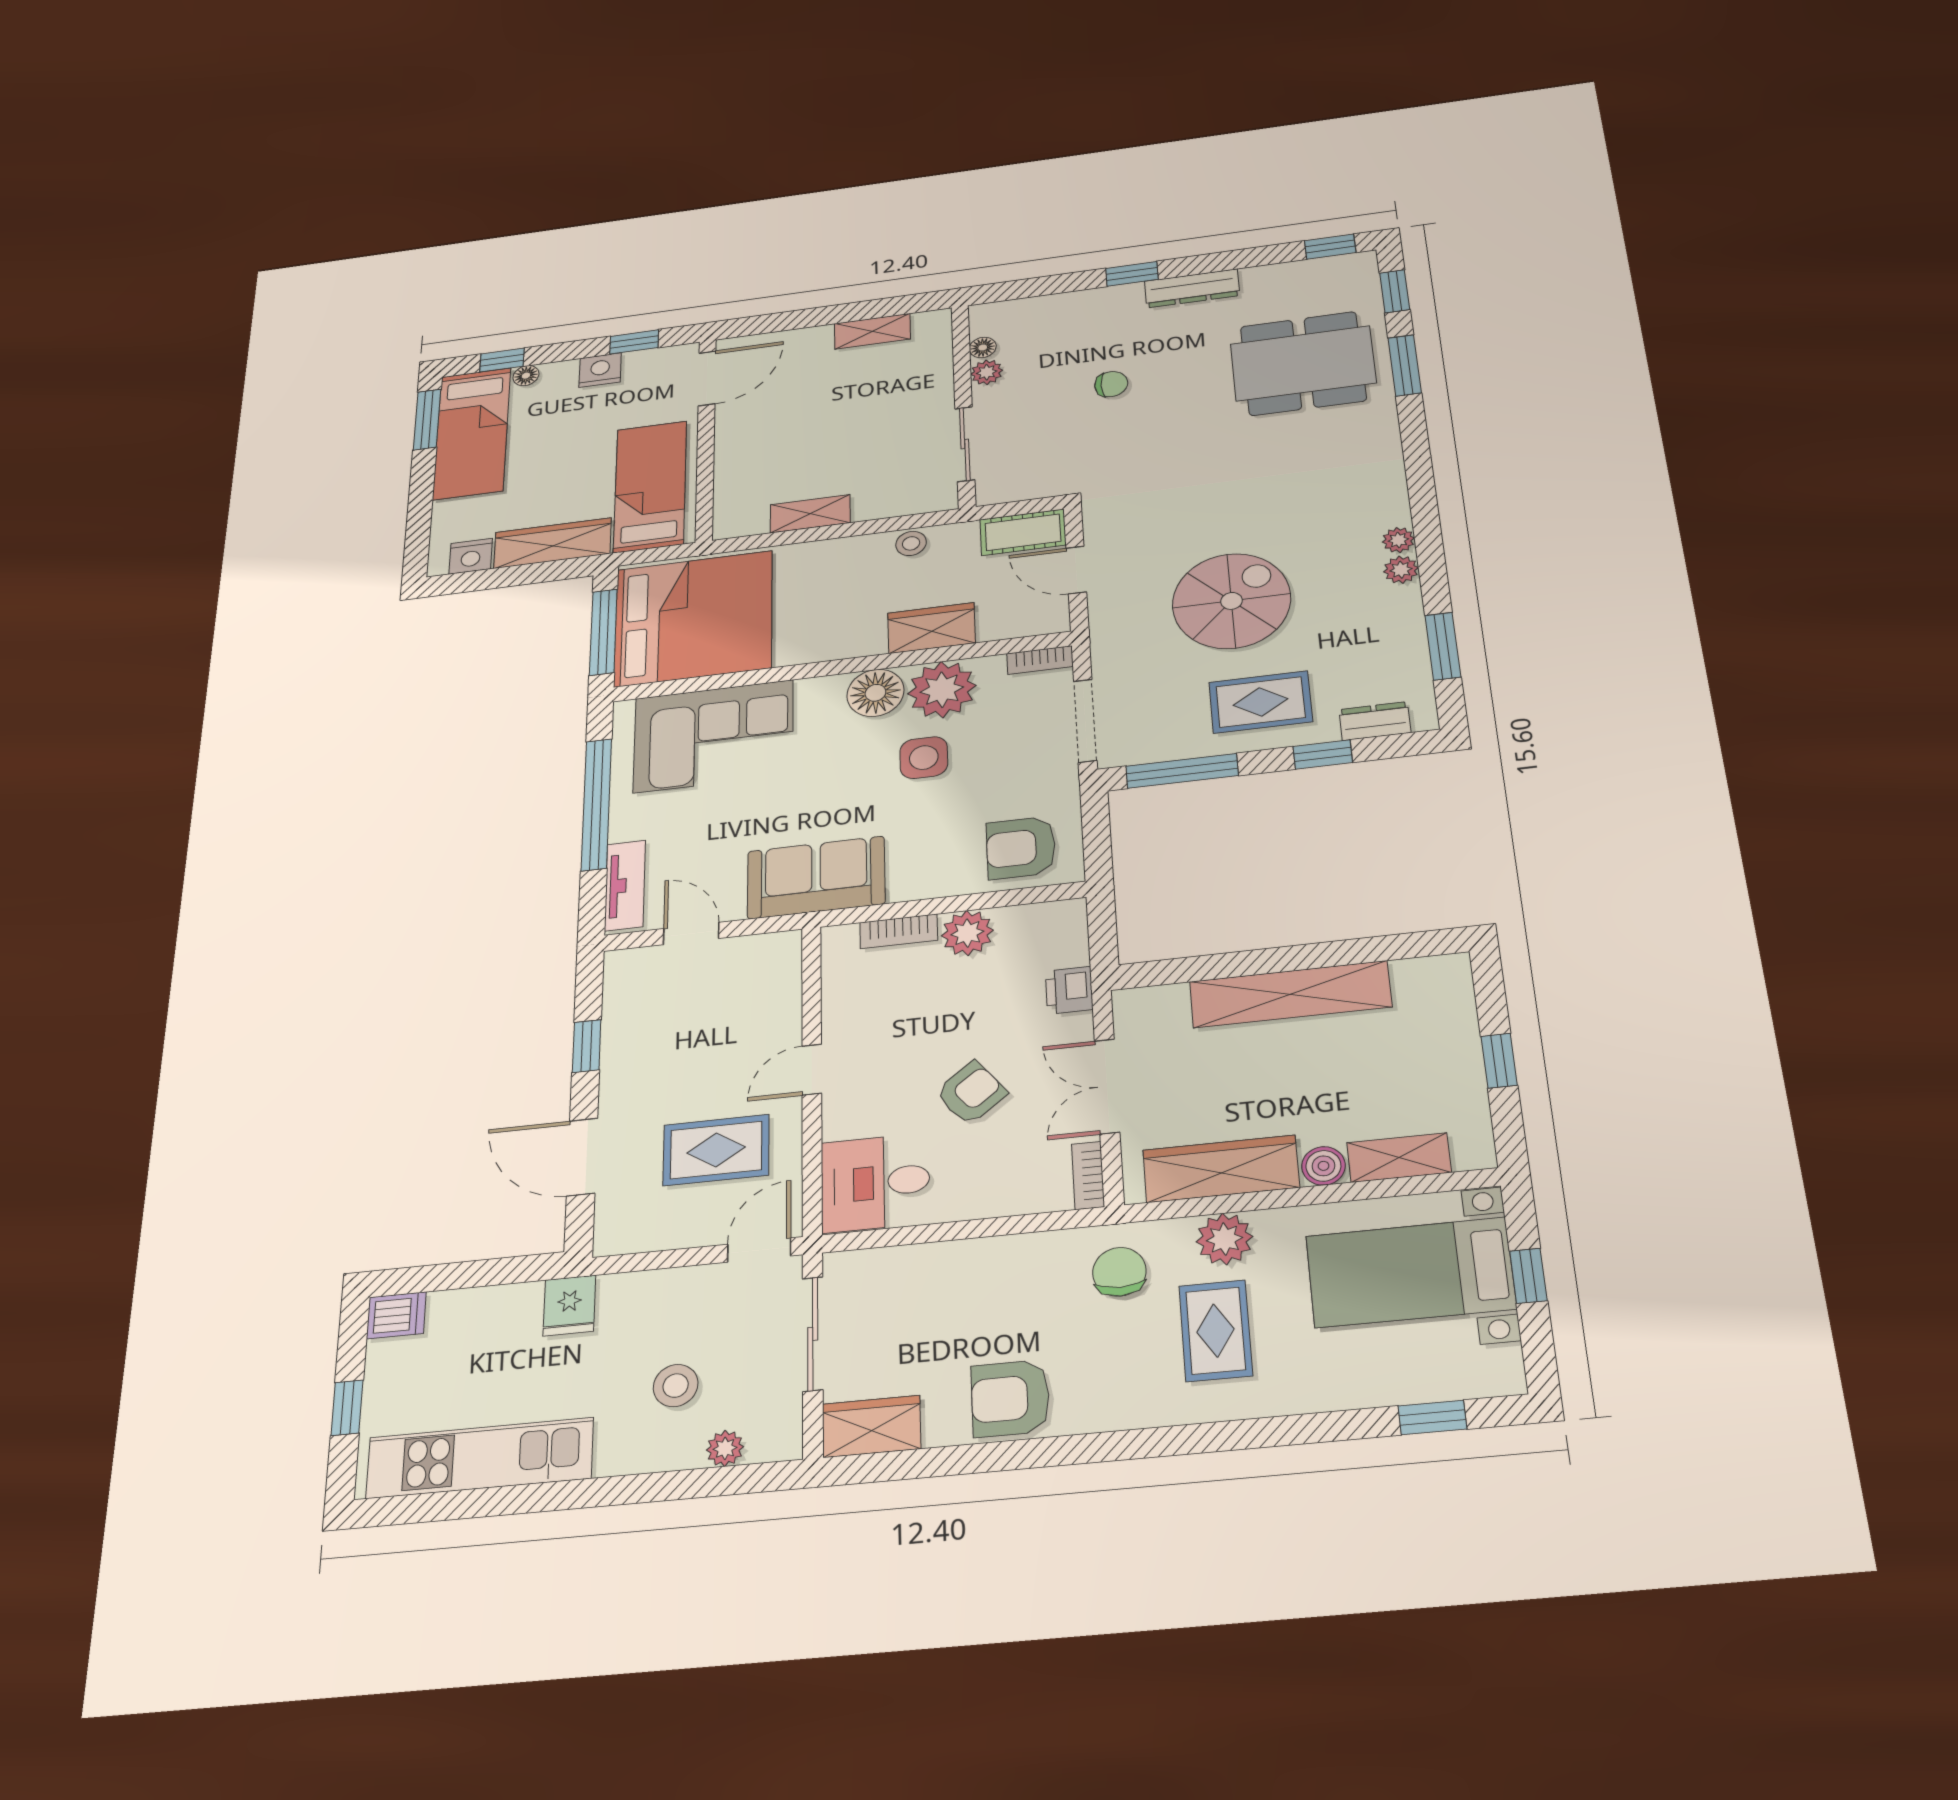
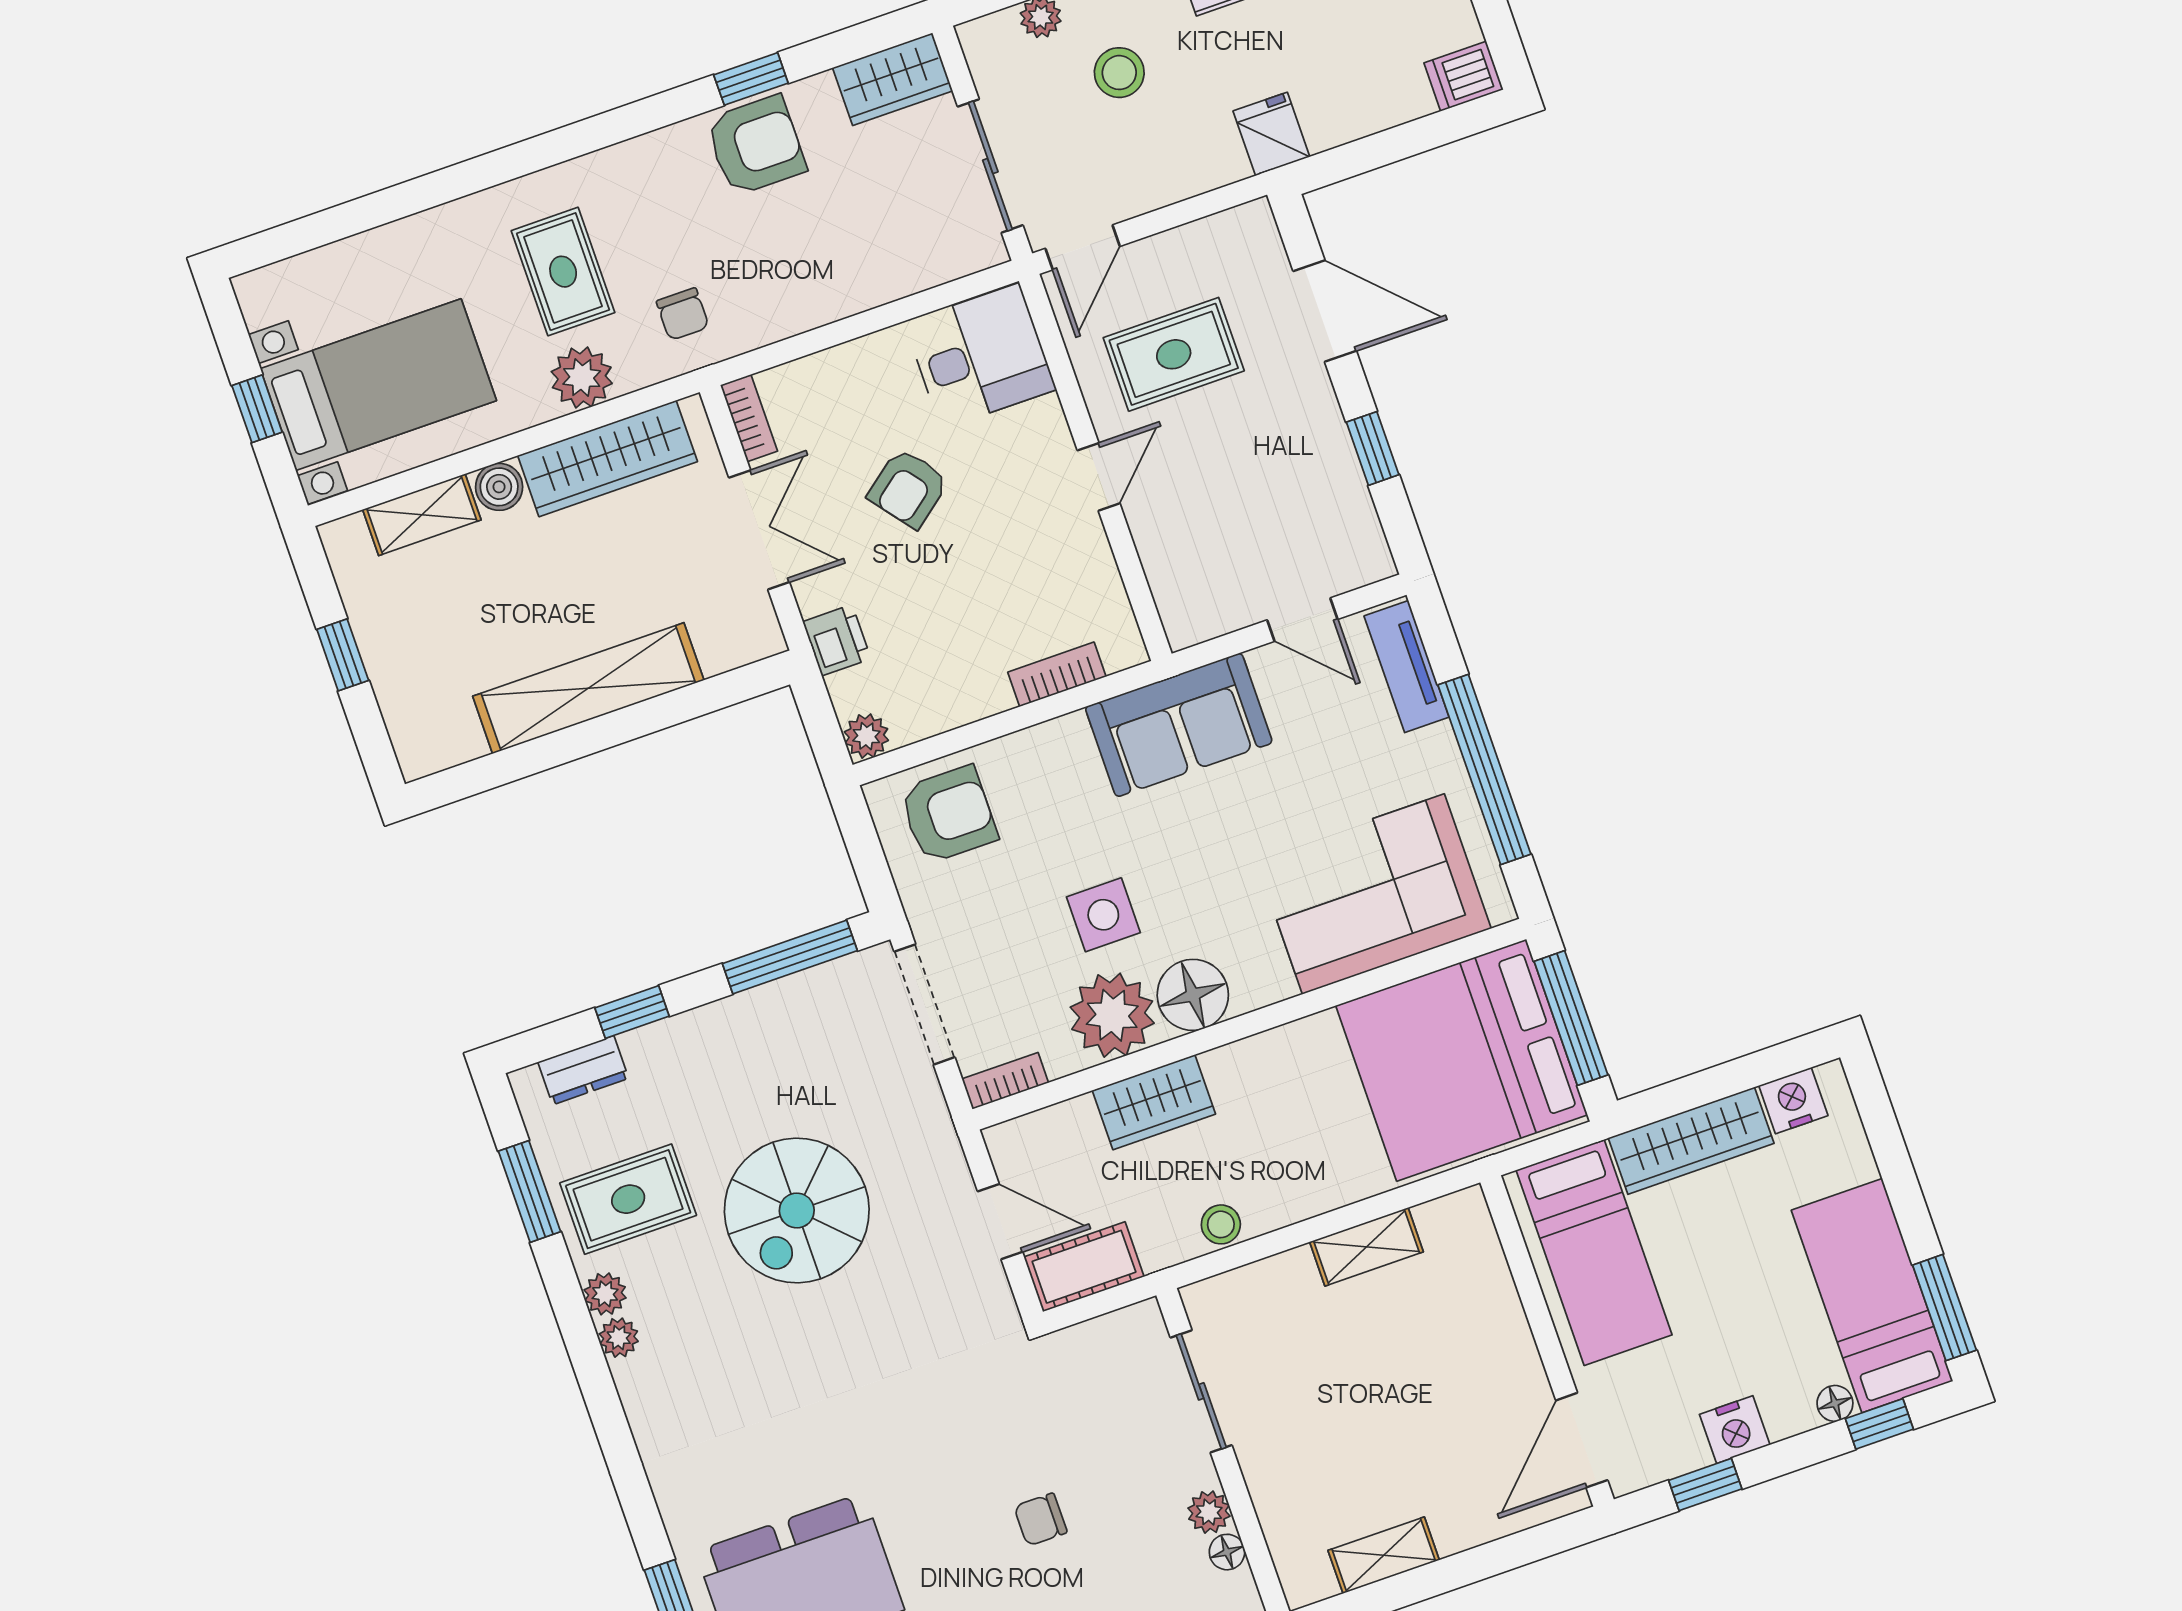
rug: (1261, 702) -> (628, 1199), moved
plant: (967, 933) -> (866, 736), moved, width x0.73, depth x0.73
chair: (1119, 1272) -> (683, 314), width x0.73, depth x0.73
window: (1432, 1417) -> (751, 79), moved

